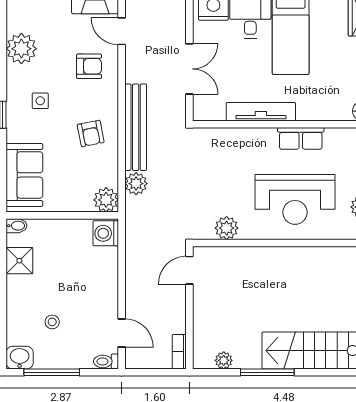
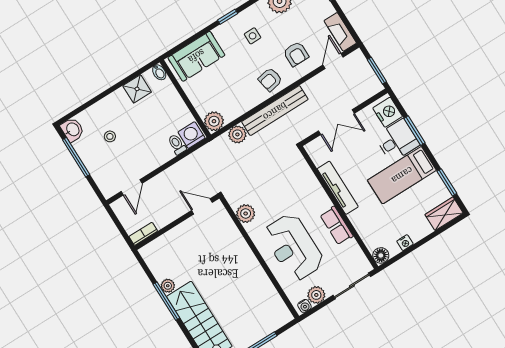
armchair: (91, 133) -> (270, 80), moved
plant: (224, 360) -> (168, 286), moved
toilet: (106, 361) -> (177, 144), moved

